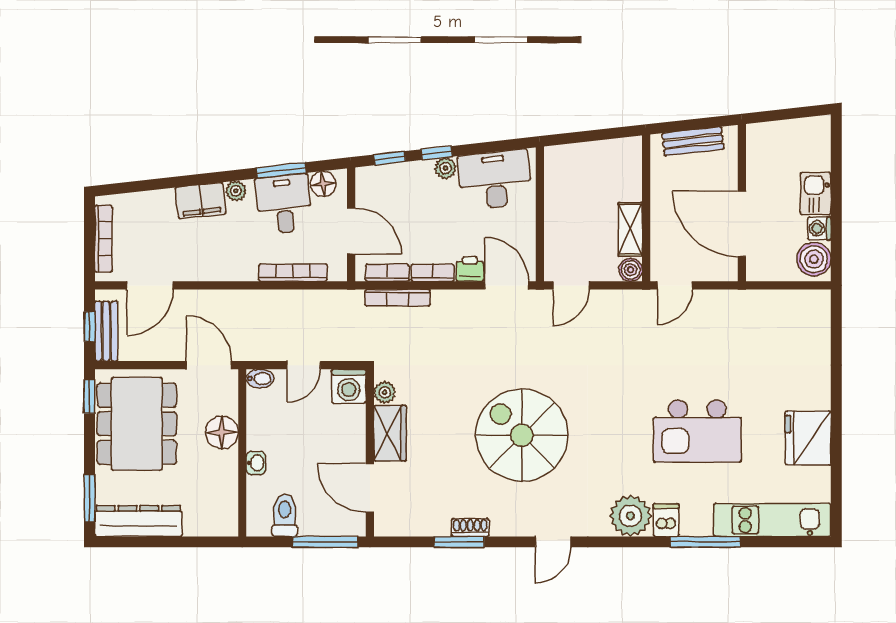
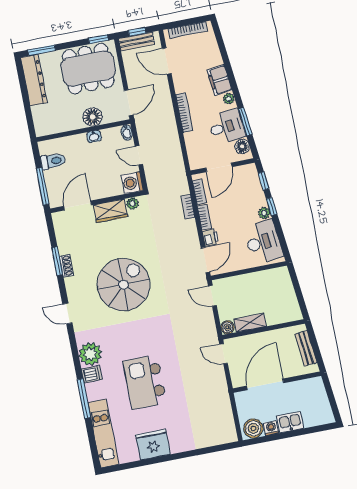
bookcase: (293, 273) -> (184, 113), moved
bookcase: (398, 298) -> (188, 207), width x0.64
washbasin: (256, 463) -> (94, 136), moved

